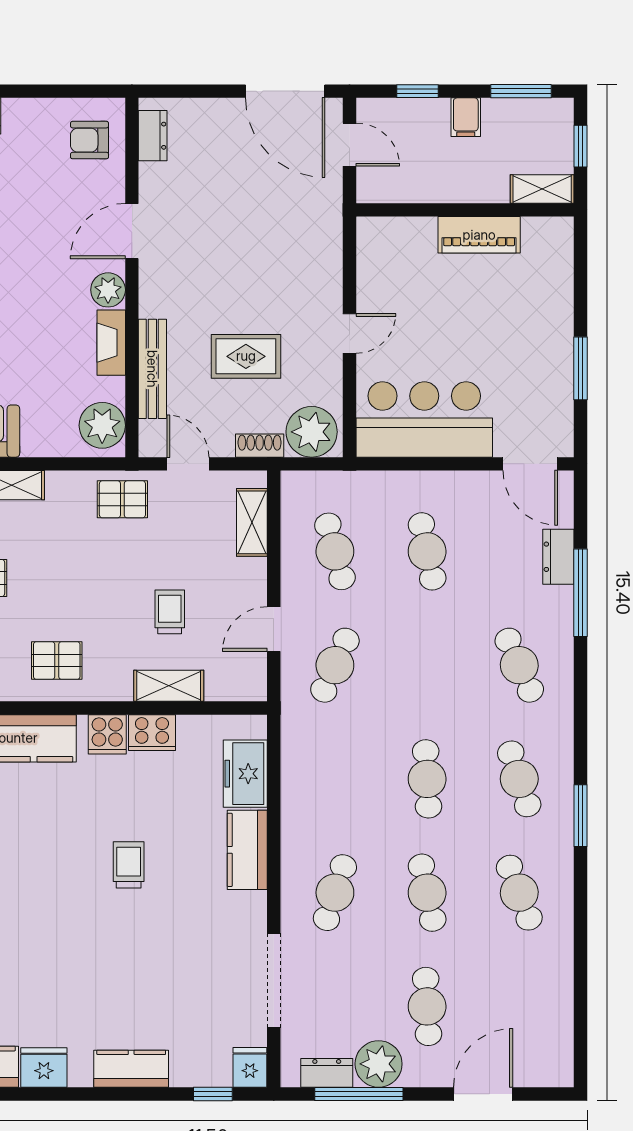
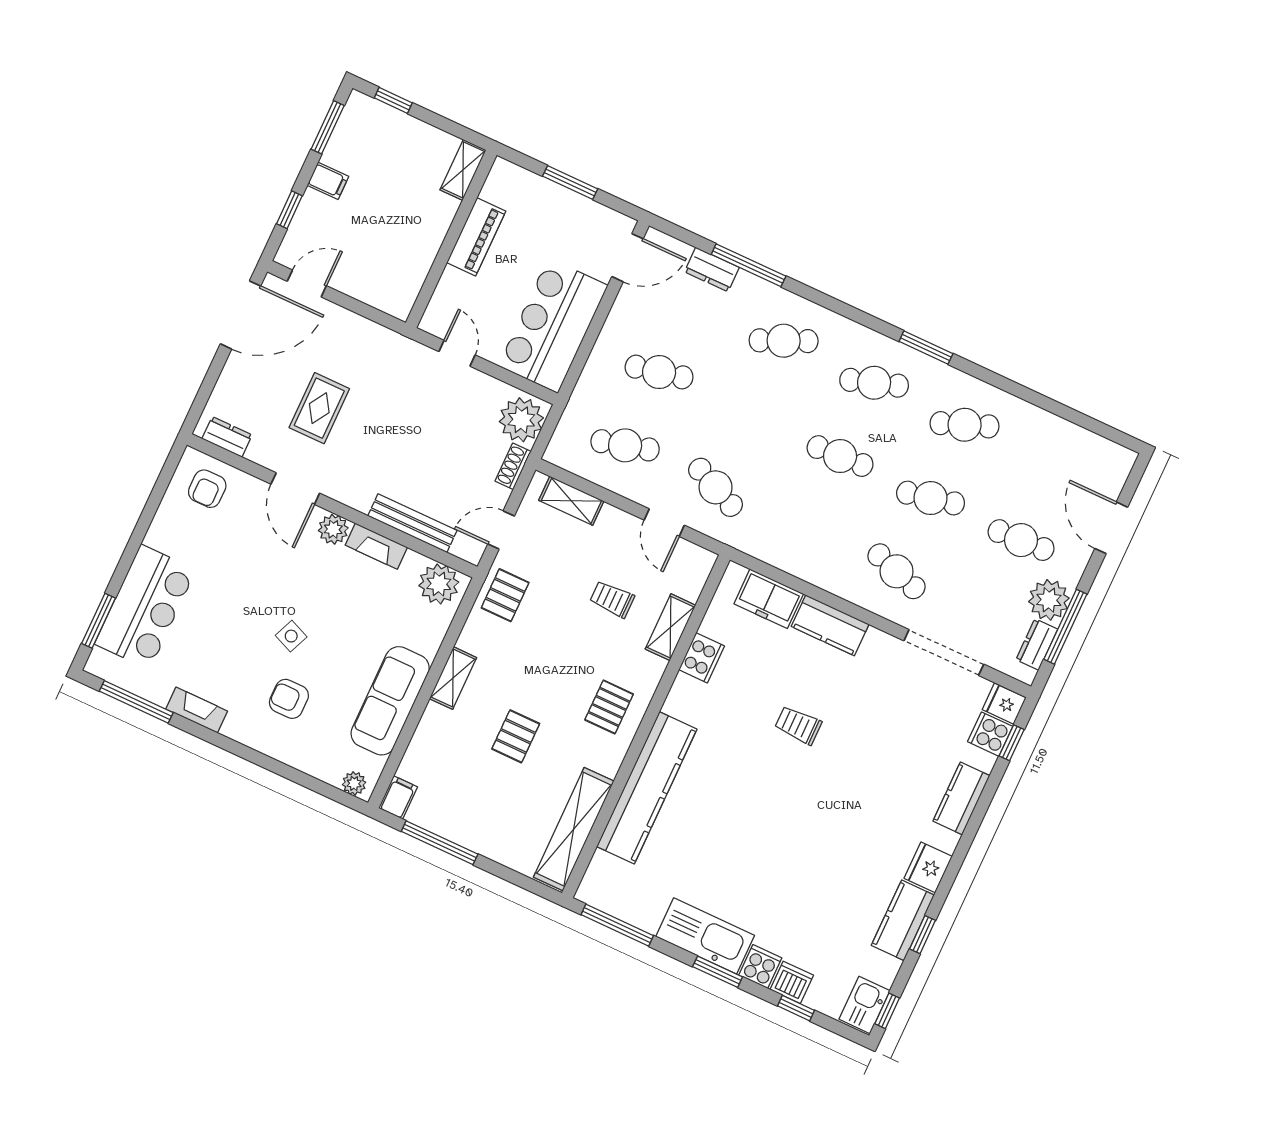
shelving: (542, 189) -> (463, 170), moved
wall: (465, 210) -> (451, 239), moved
piano: (479, 235) -> (476, 237), moved
rug: (246, 356) -> (319, 408), moved
cooker: (107, 734) -> (990, 734), moved, turned 180

